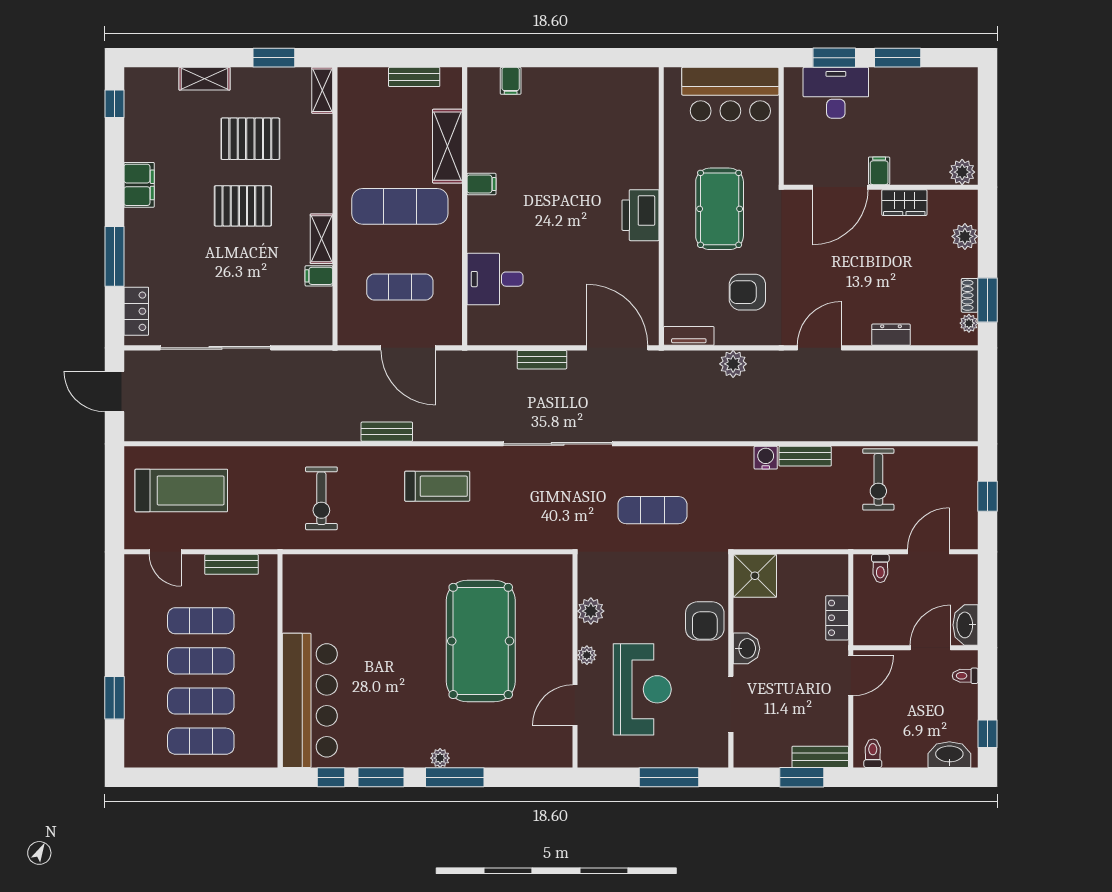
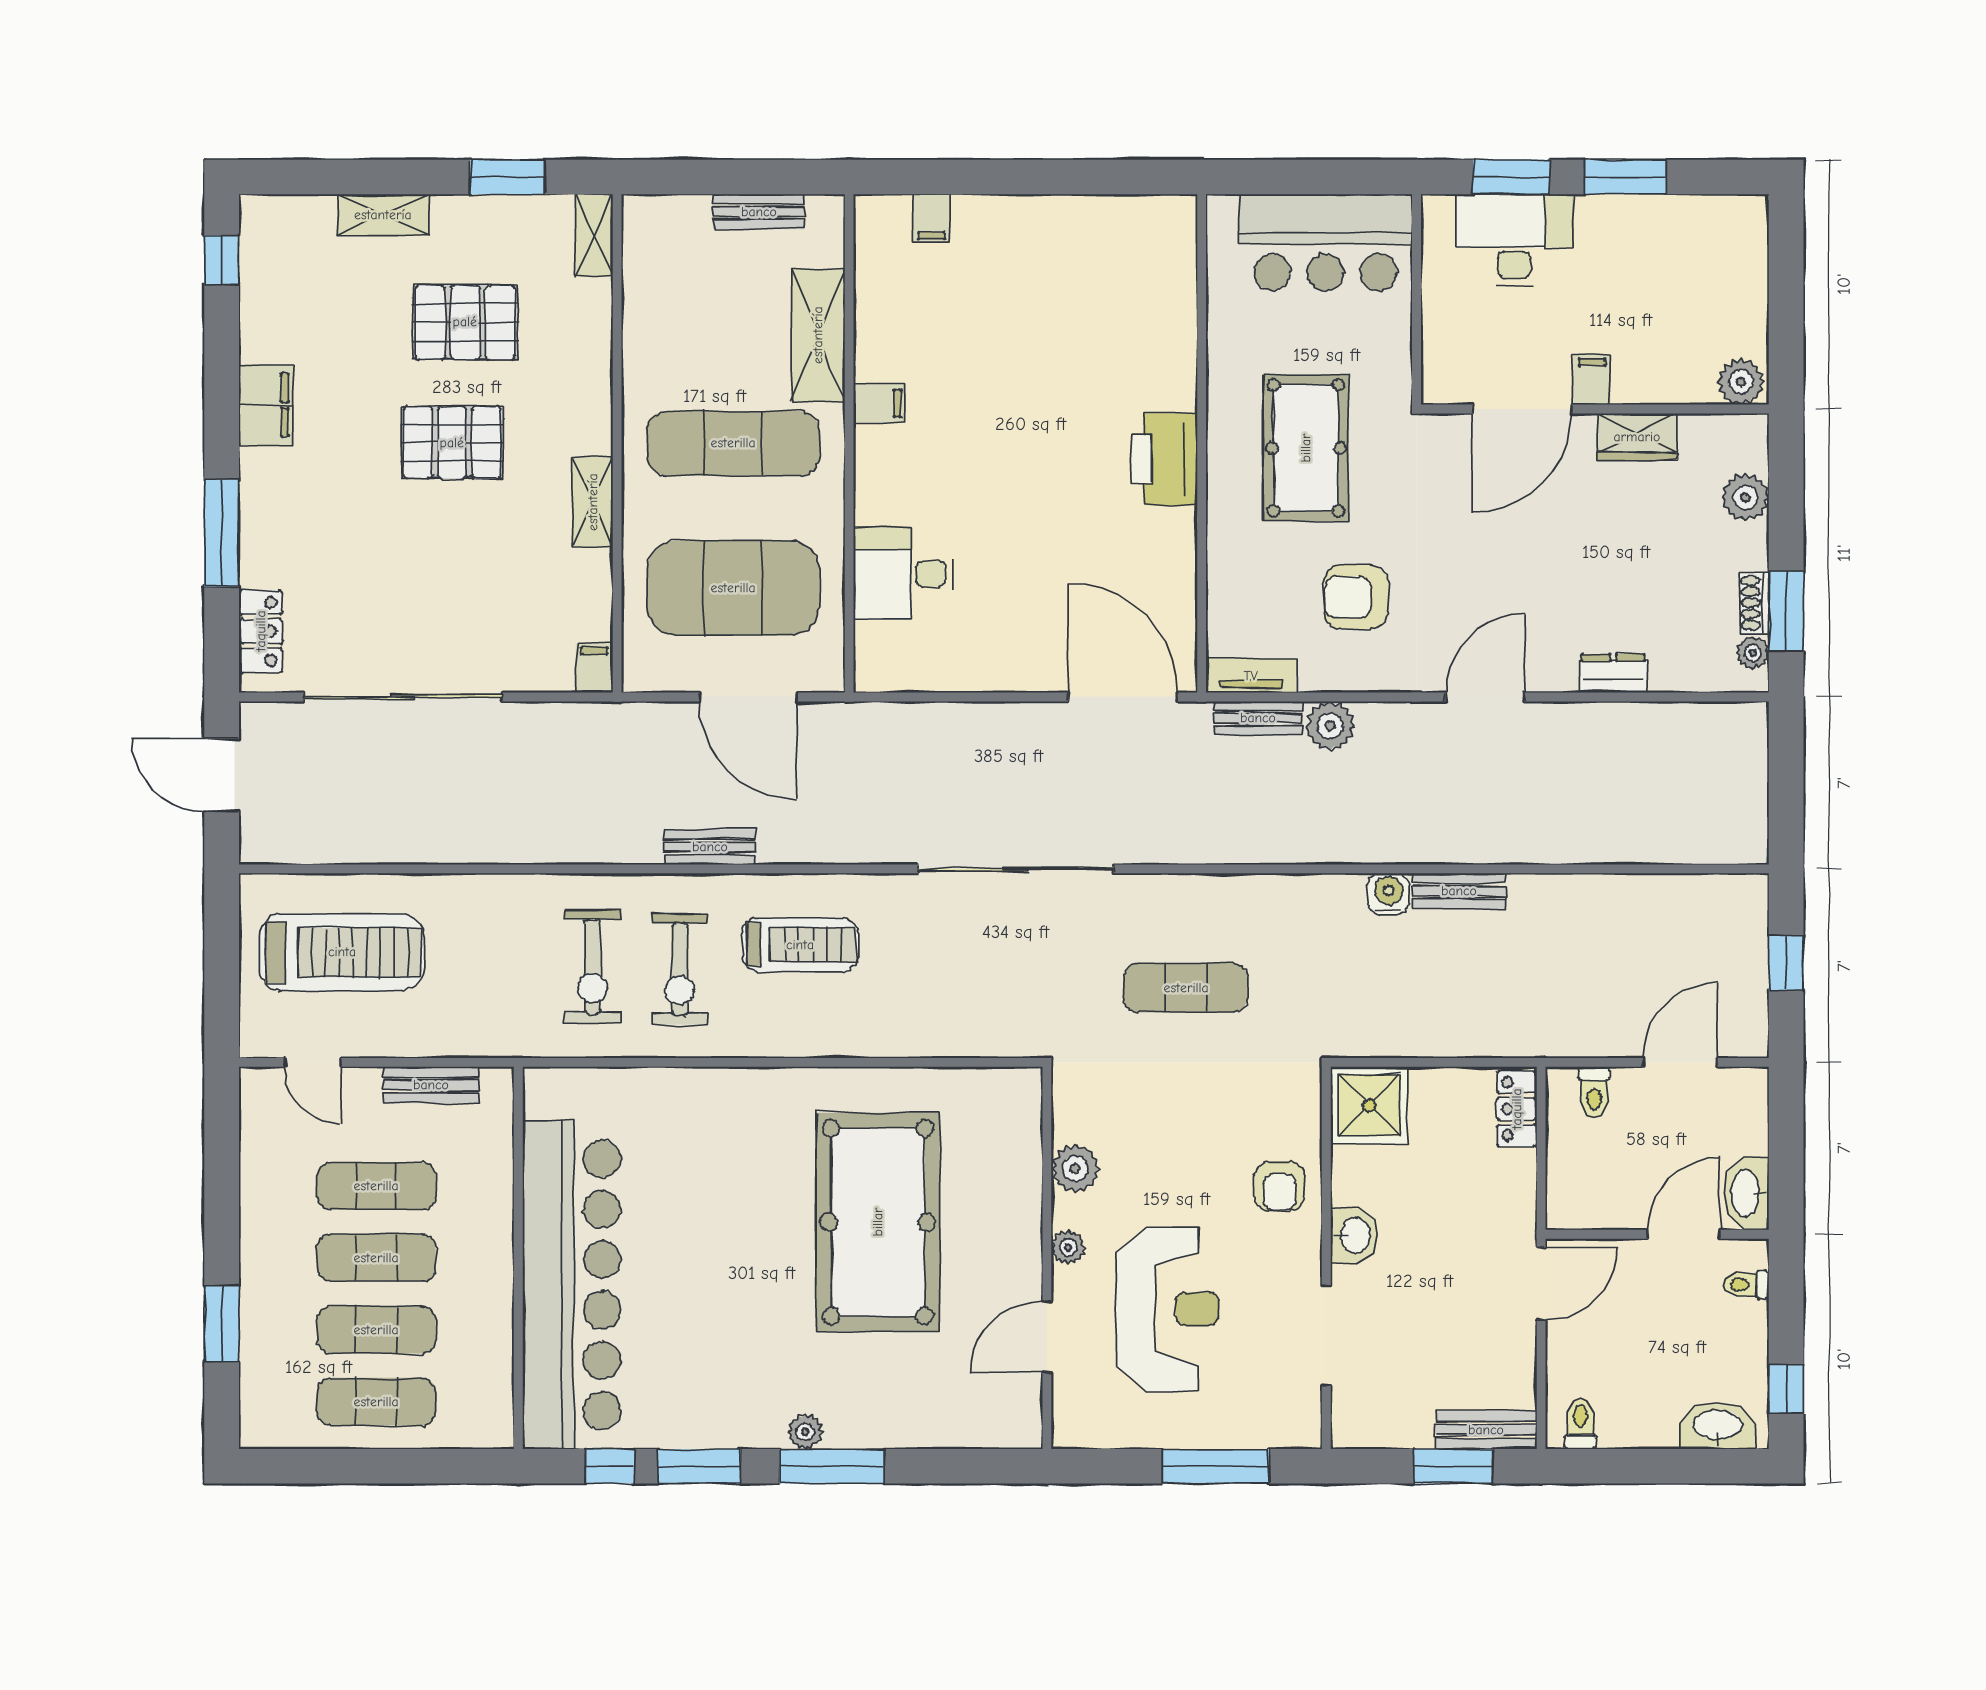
filing cabinet: (319, 276) -> (594, 668), moved, turned 90
exercise mat: (400, 287) -> (733, 588), width x2.00, depth x1.45
bench: (542, 360) -> (1258, 718), moved
exercise bike: (878, 479) -> (680, 969), moved
locker: (837, 618) -> (1517, 1109), moved
armchair: (705, 621) -> (1279, 1186), width x0.72, depth x0.72
bar counter: (310, 700) -> (572, 1285), width x1.36

